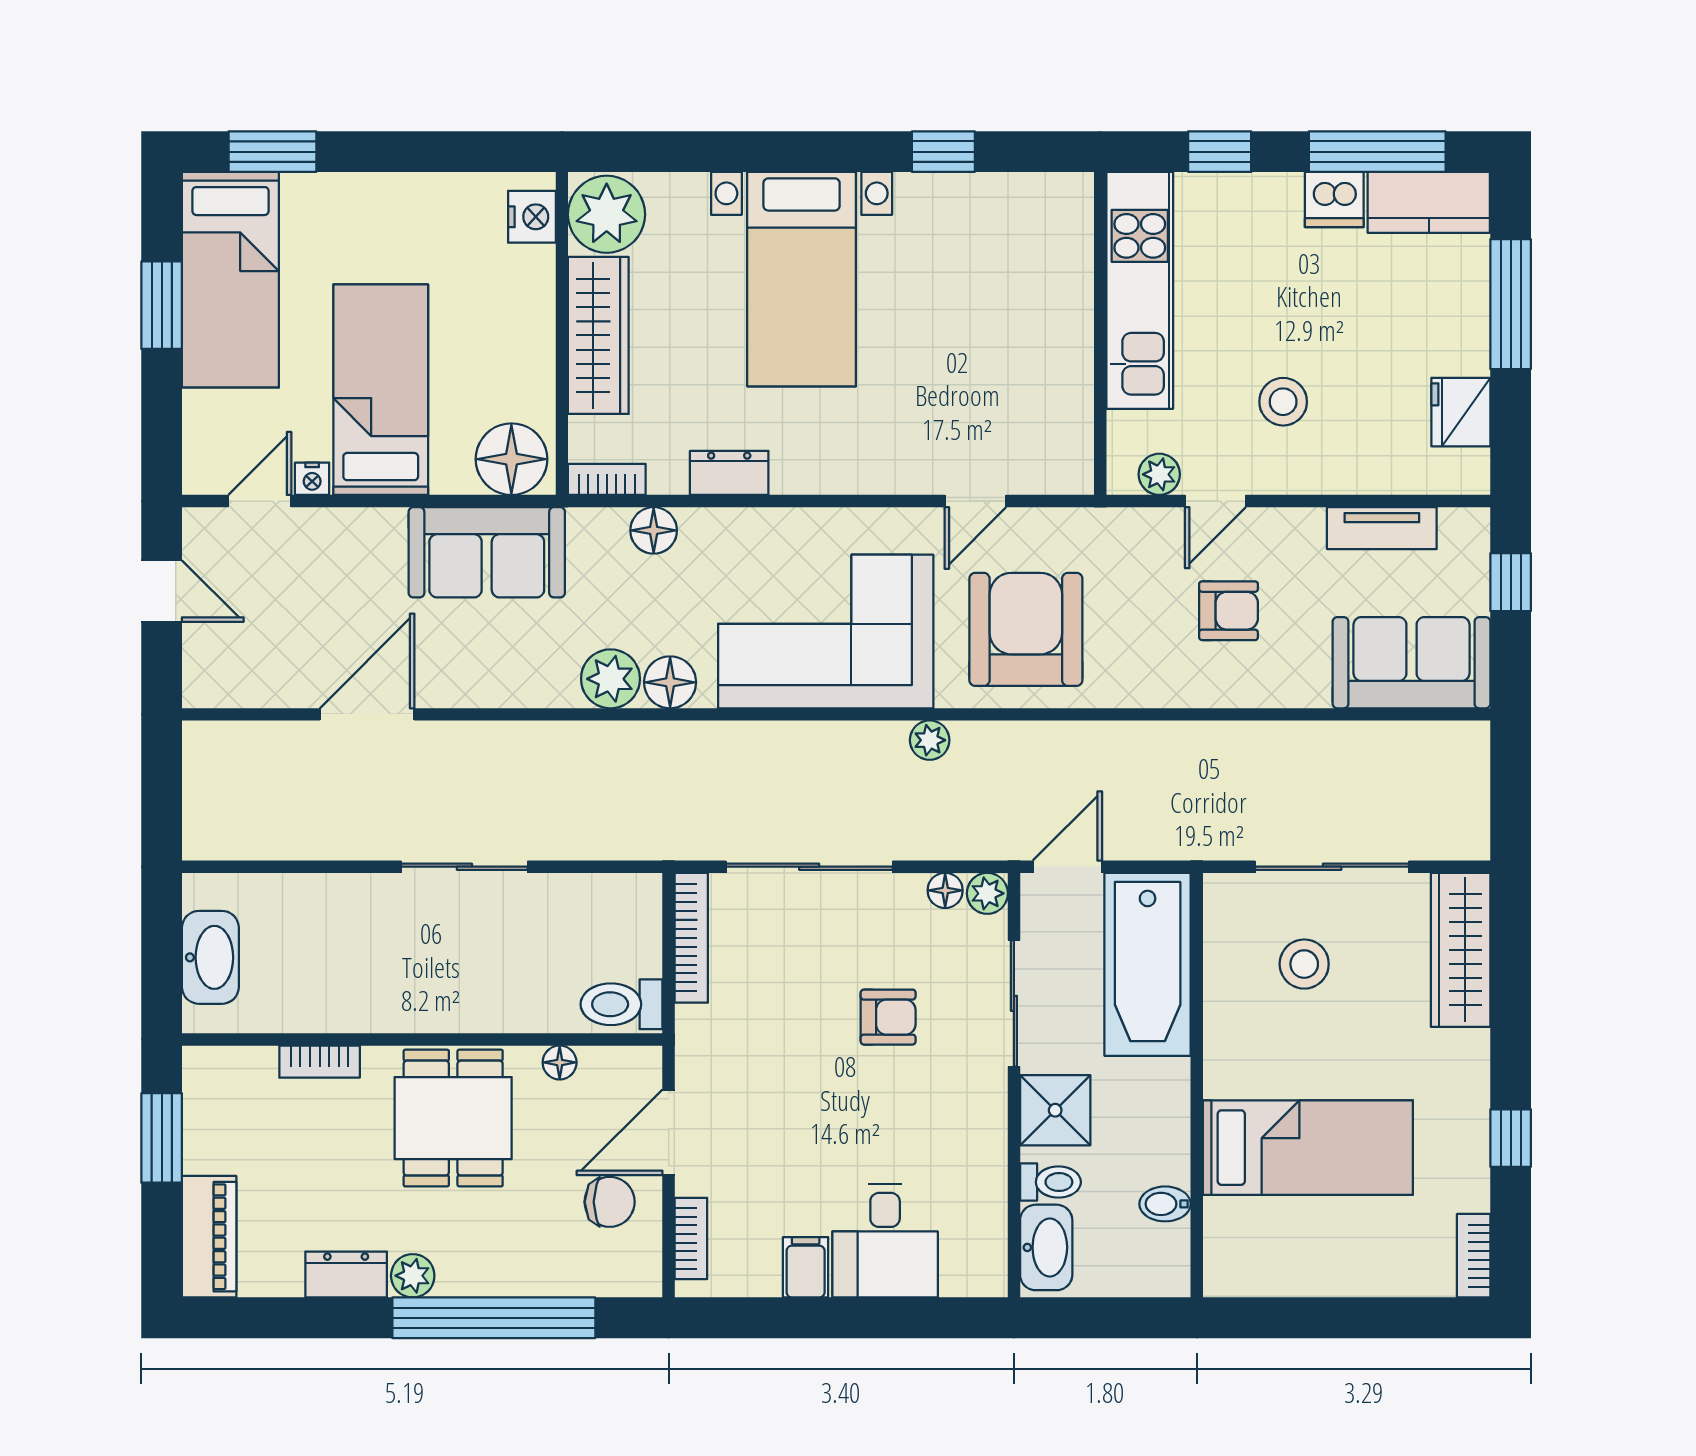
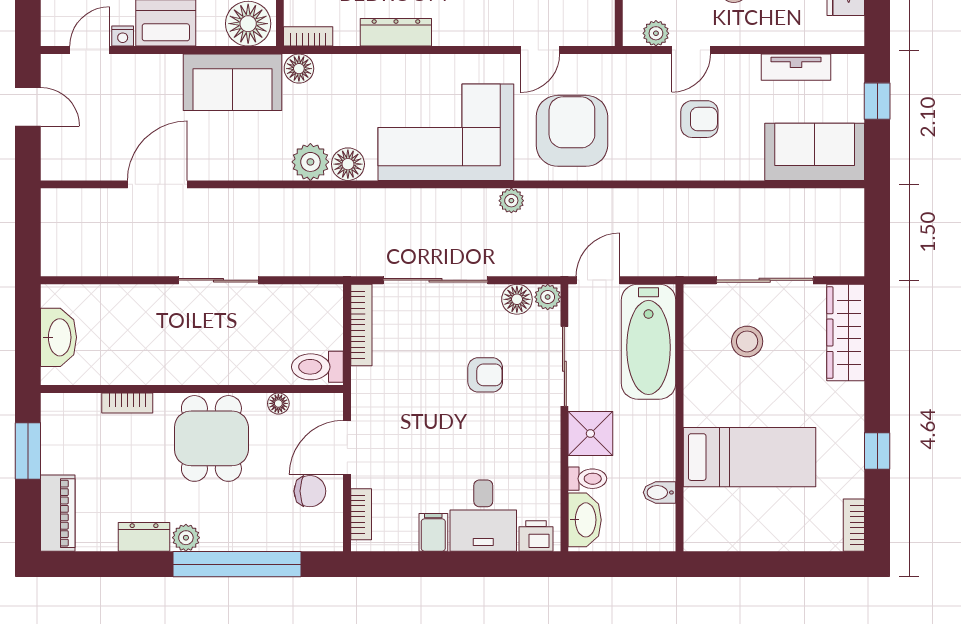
dresser: (729, 473) -> (396, 32), width x1.44
floor lamp: (654, 530) -> (299, 69), moved
floor lamp: (945, 890) -> (517, 299), width x1.37, depth x1.37
printer: (969, 1273) -> (536, 536), added

